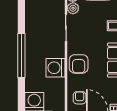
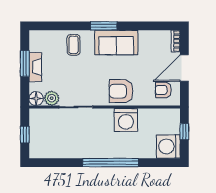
armchair: (79, 64) -> (121, 91), turned 180

